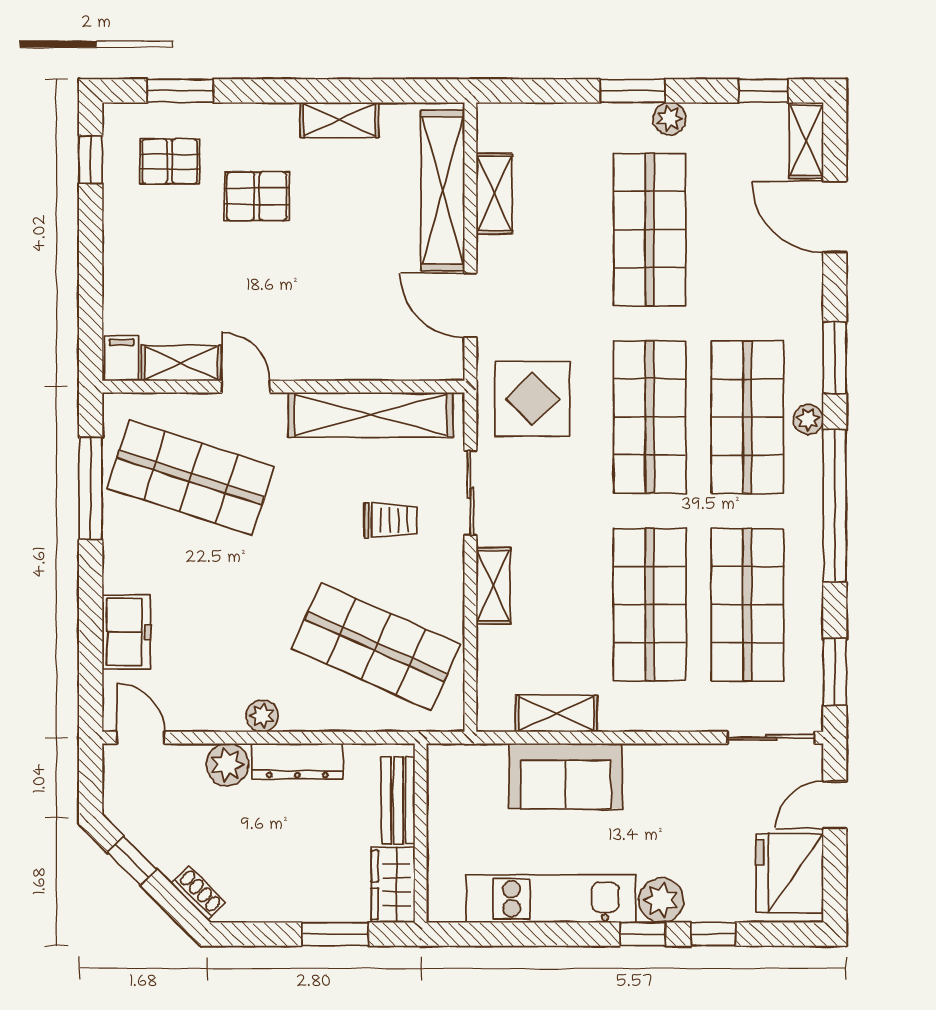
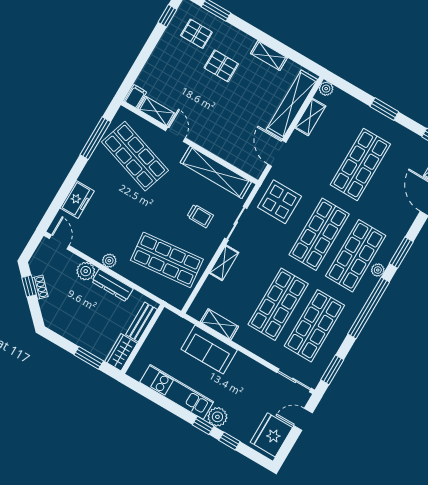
plant: (669, 119) -> (326, 89), moved
shop shelf: (376, 647) -> (167, 260), turned -30
shoe rack: (198, 893) -> (40, 287), moved

